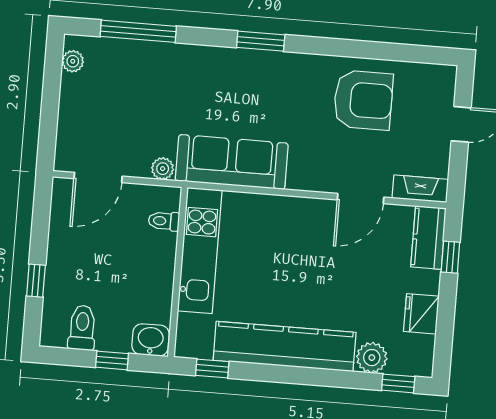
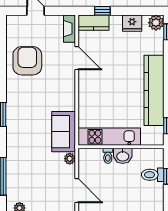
sofa: (232, 162) -> (64, 132), width x0.73
toilet: (164, 221) -> (108, 156), moved
toilet: (82, 328) -> (153, 175), moved
washbasin: (151, 340) -> (123, 156), moved, turned -90
plant: (372, 358) -> (156, 23), moved

